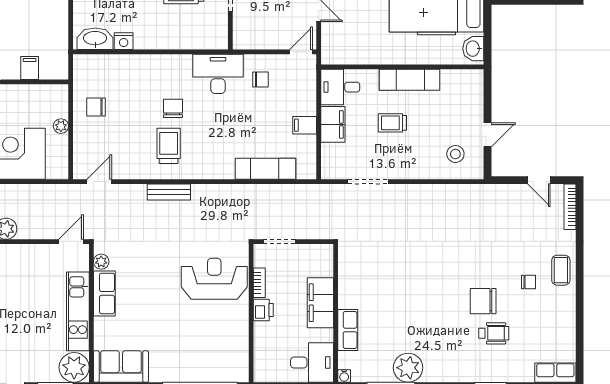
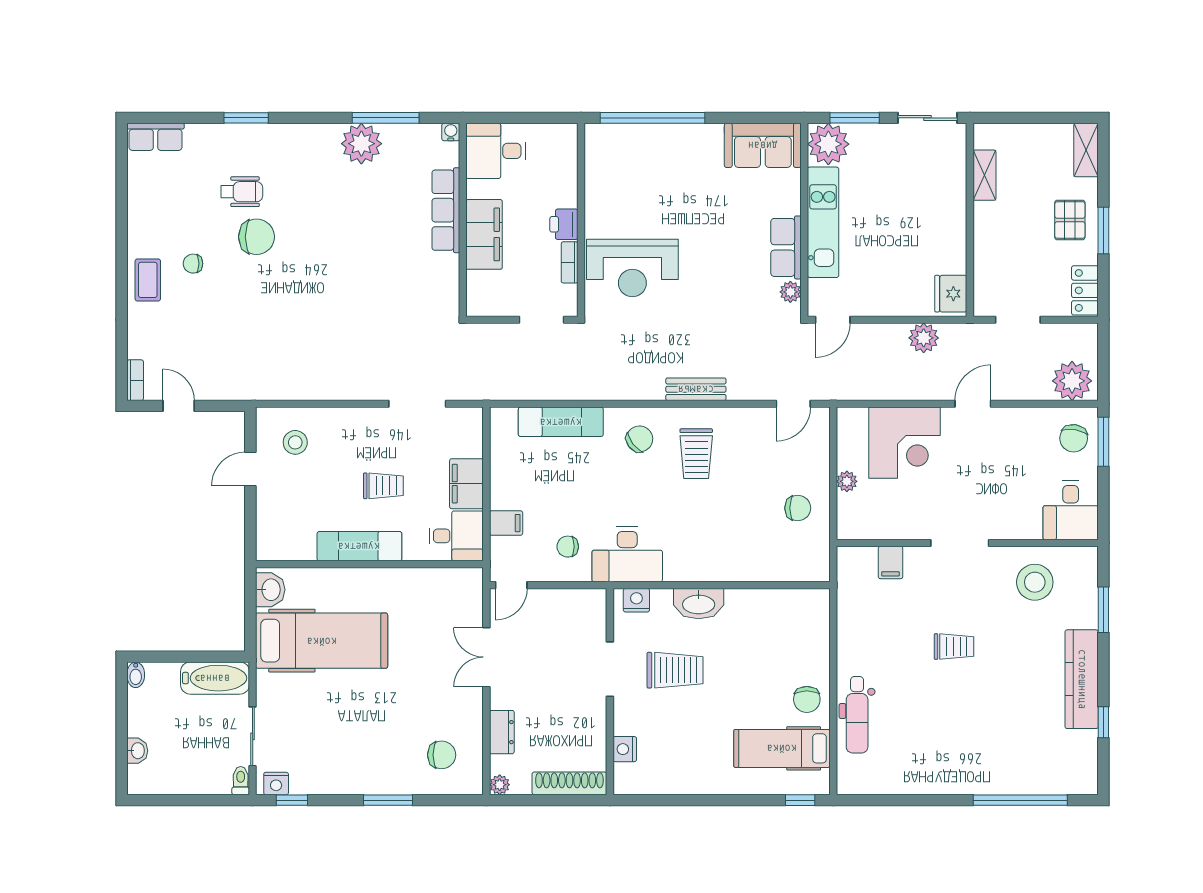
washbasin: (95, 39) -> (699, 604), moved
nightstand: (124, 41) -> (636, 600), moved
chair: (173, 108) -> (639, 439), moved, turned -128
filing cabinet: (305, 125) -> (506, 523), moved
bookcase: (570, 207) -> (135, 380), width x0.64
row of seats: (348, 330) -> (446, 210), width x1.48
wheelchair: (494, 333) -> (242, 192), turned 180

